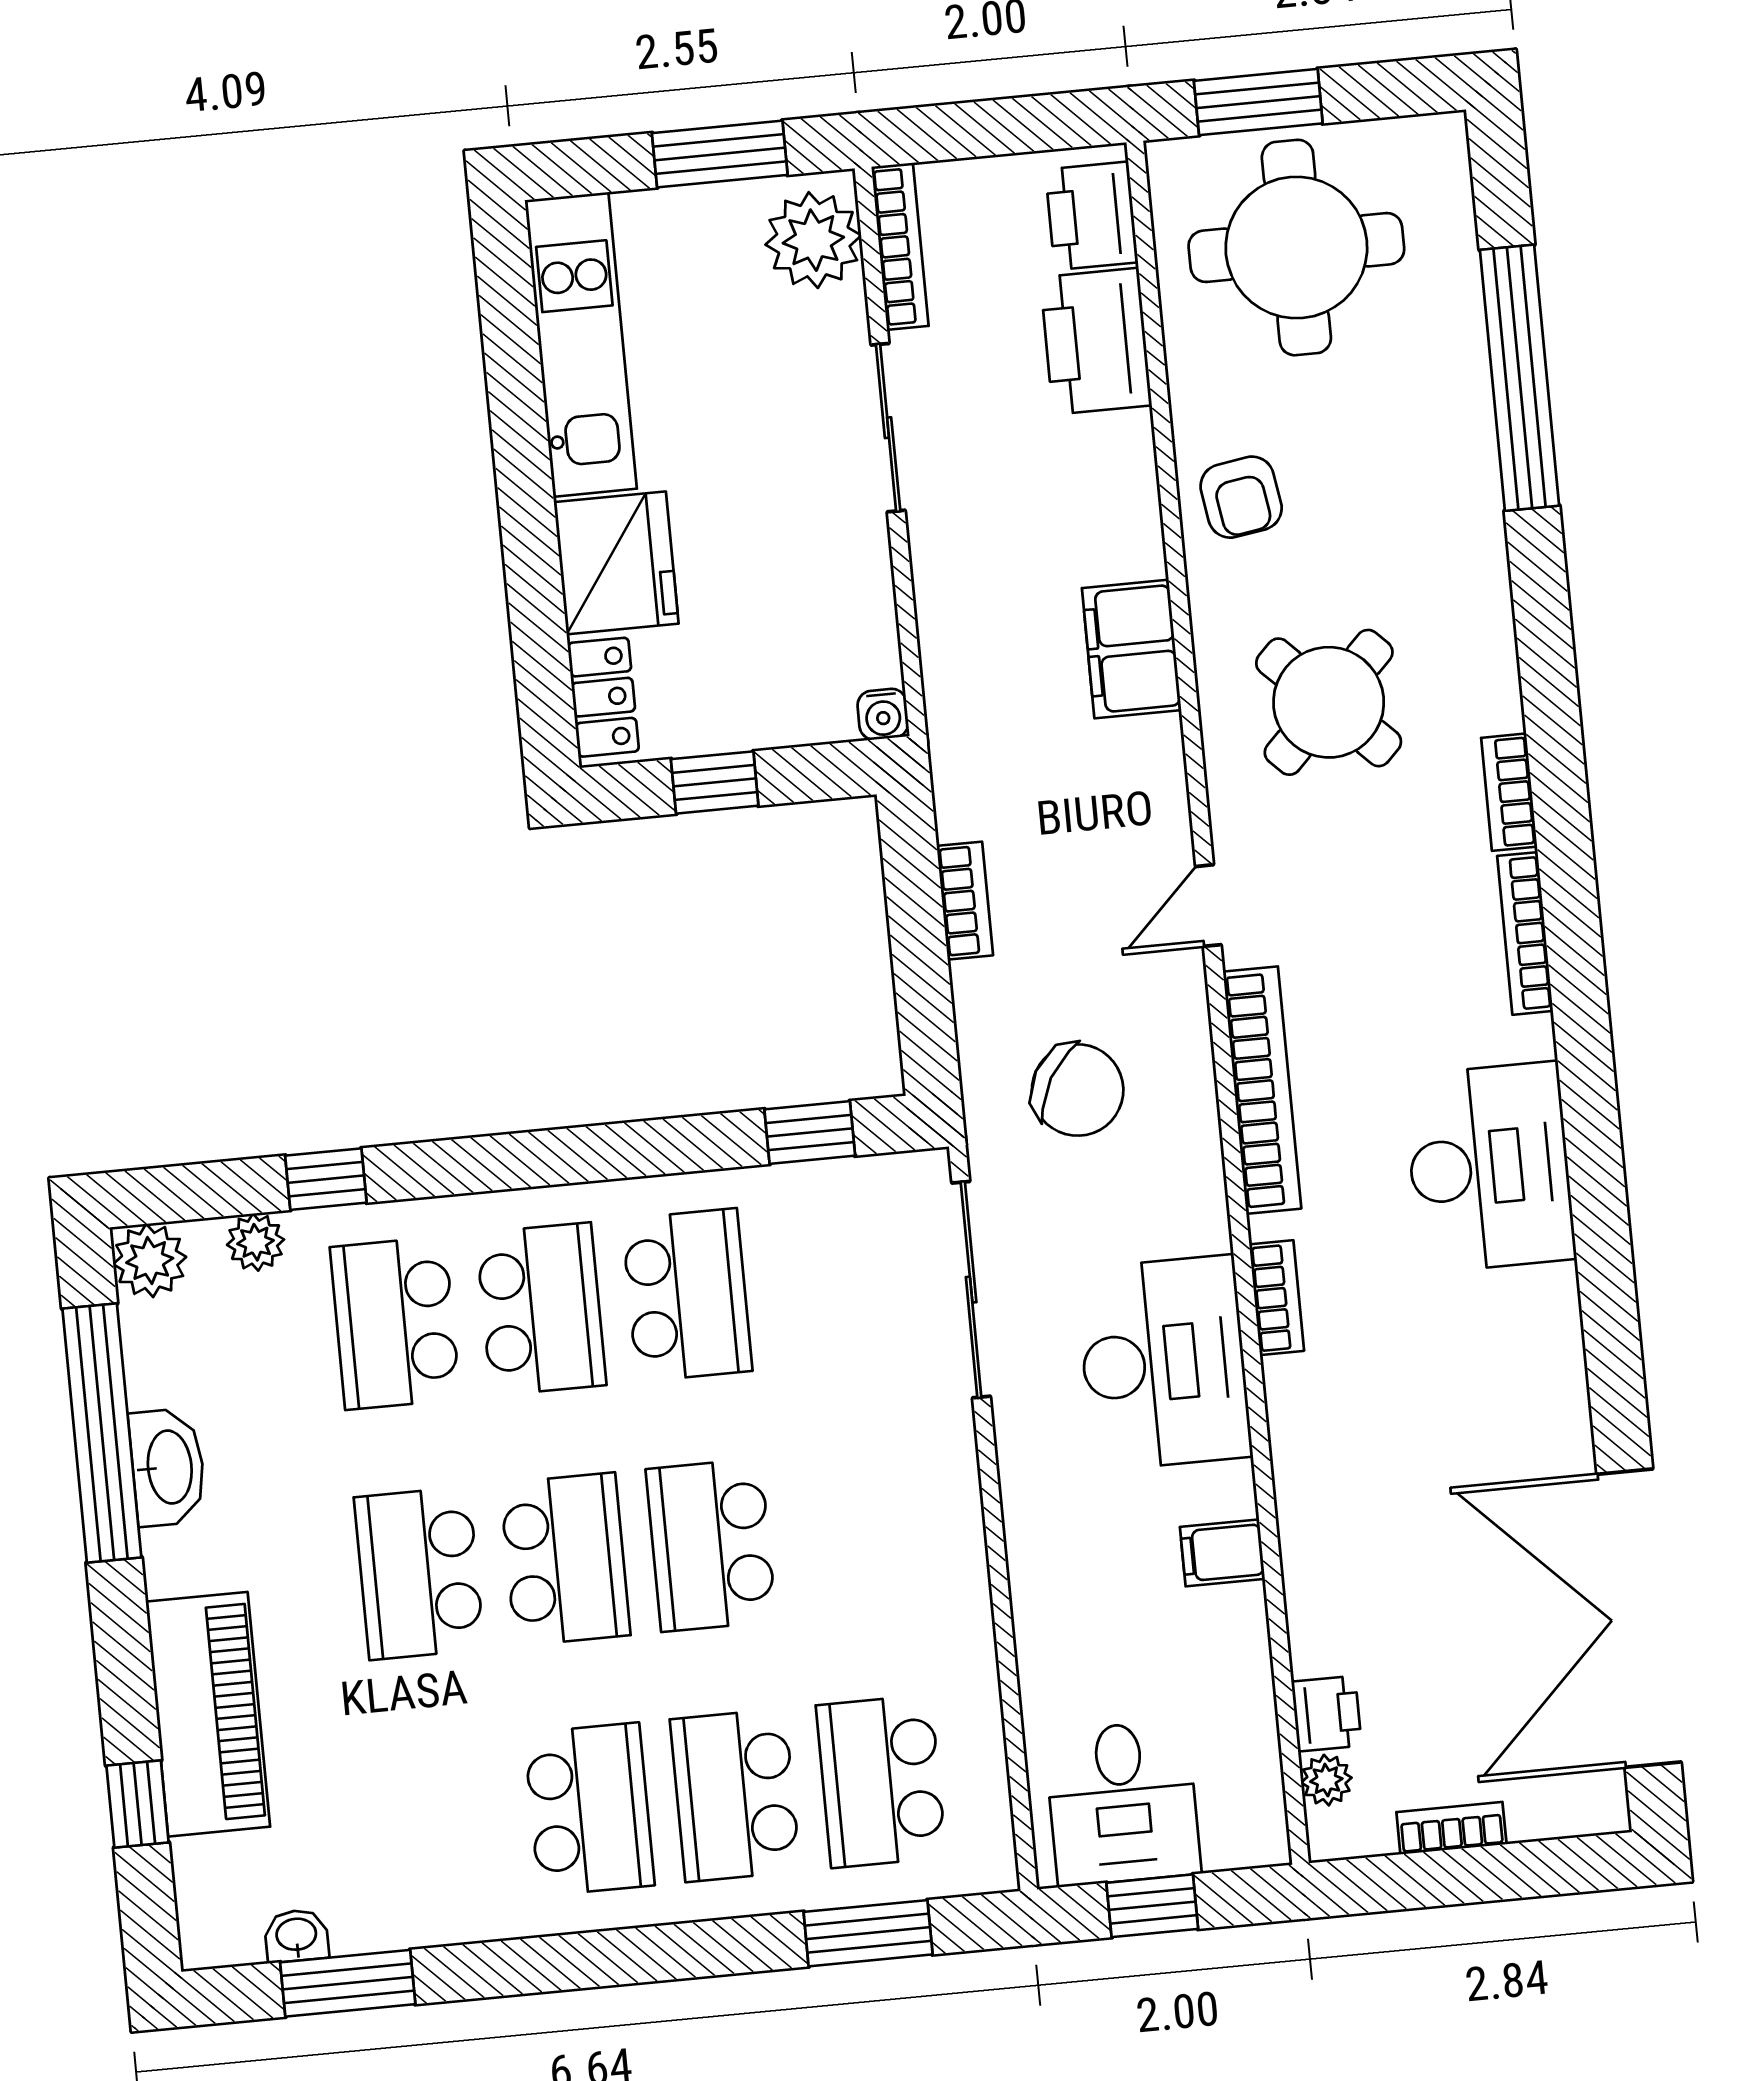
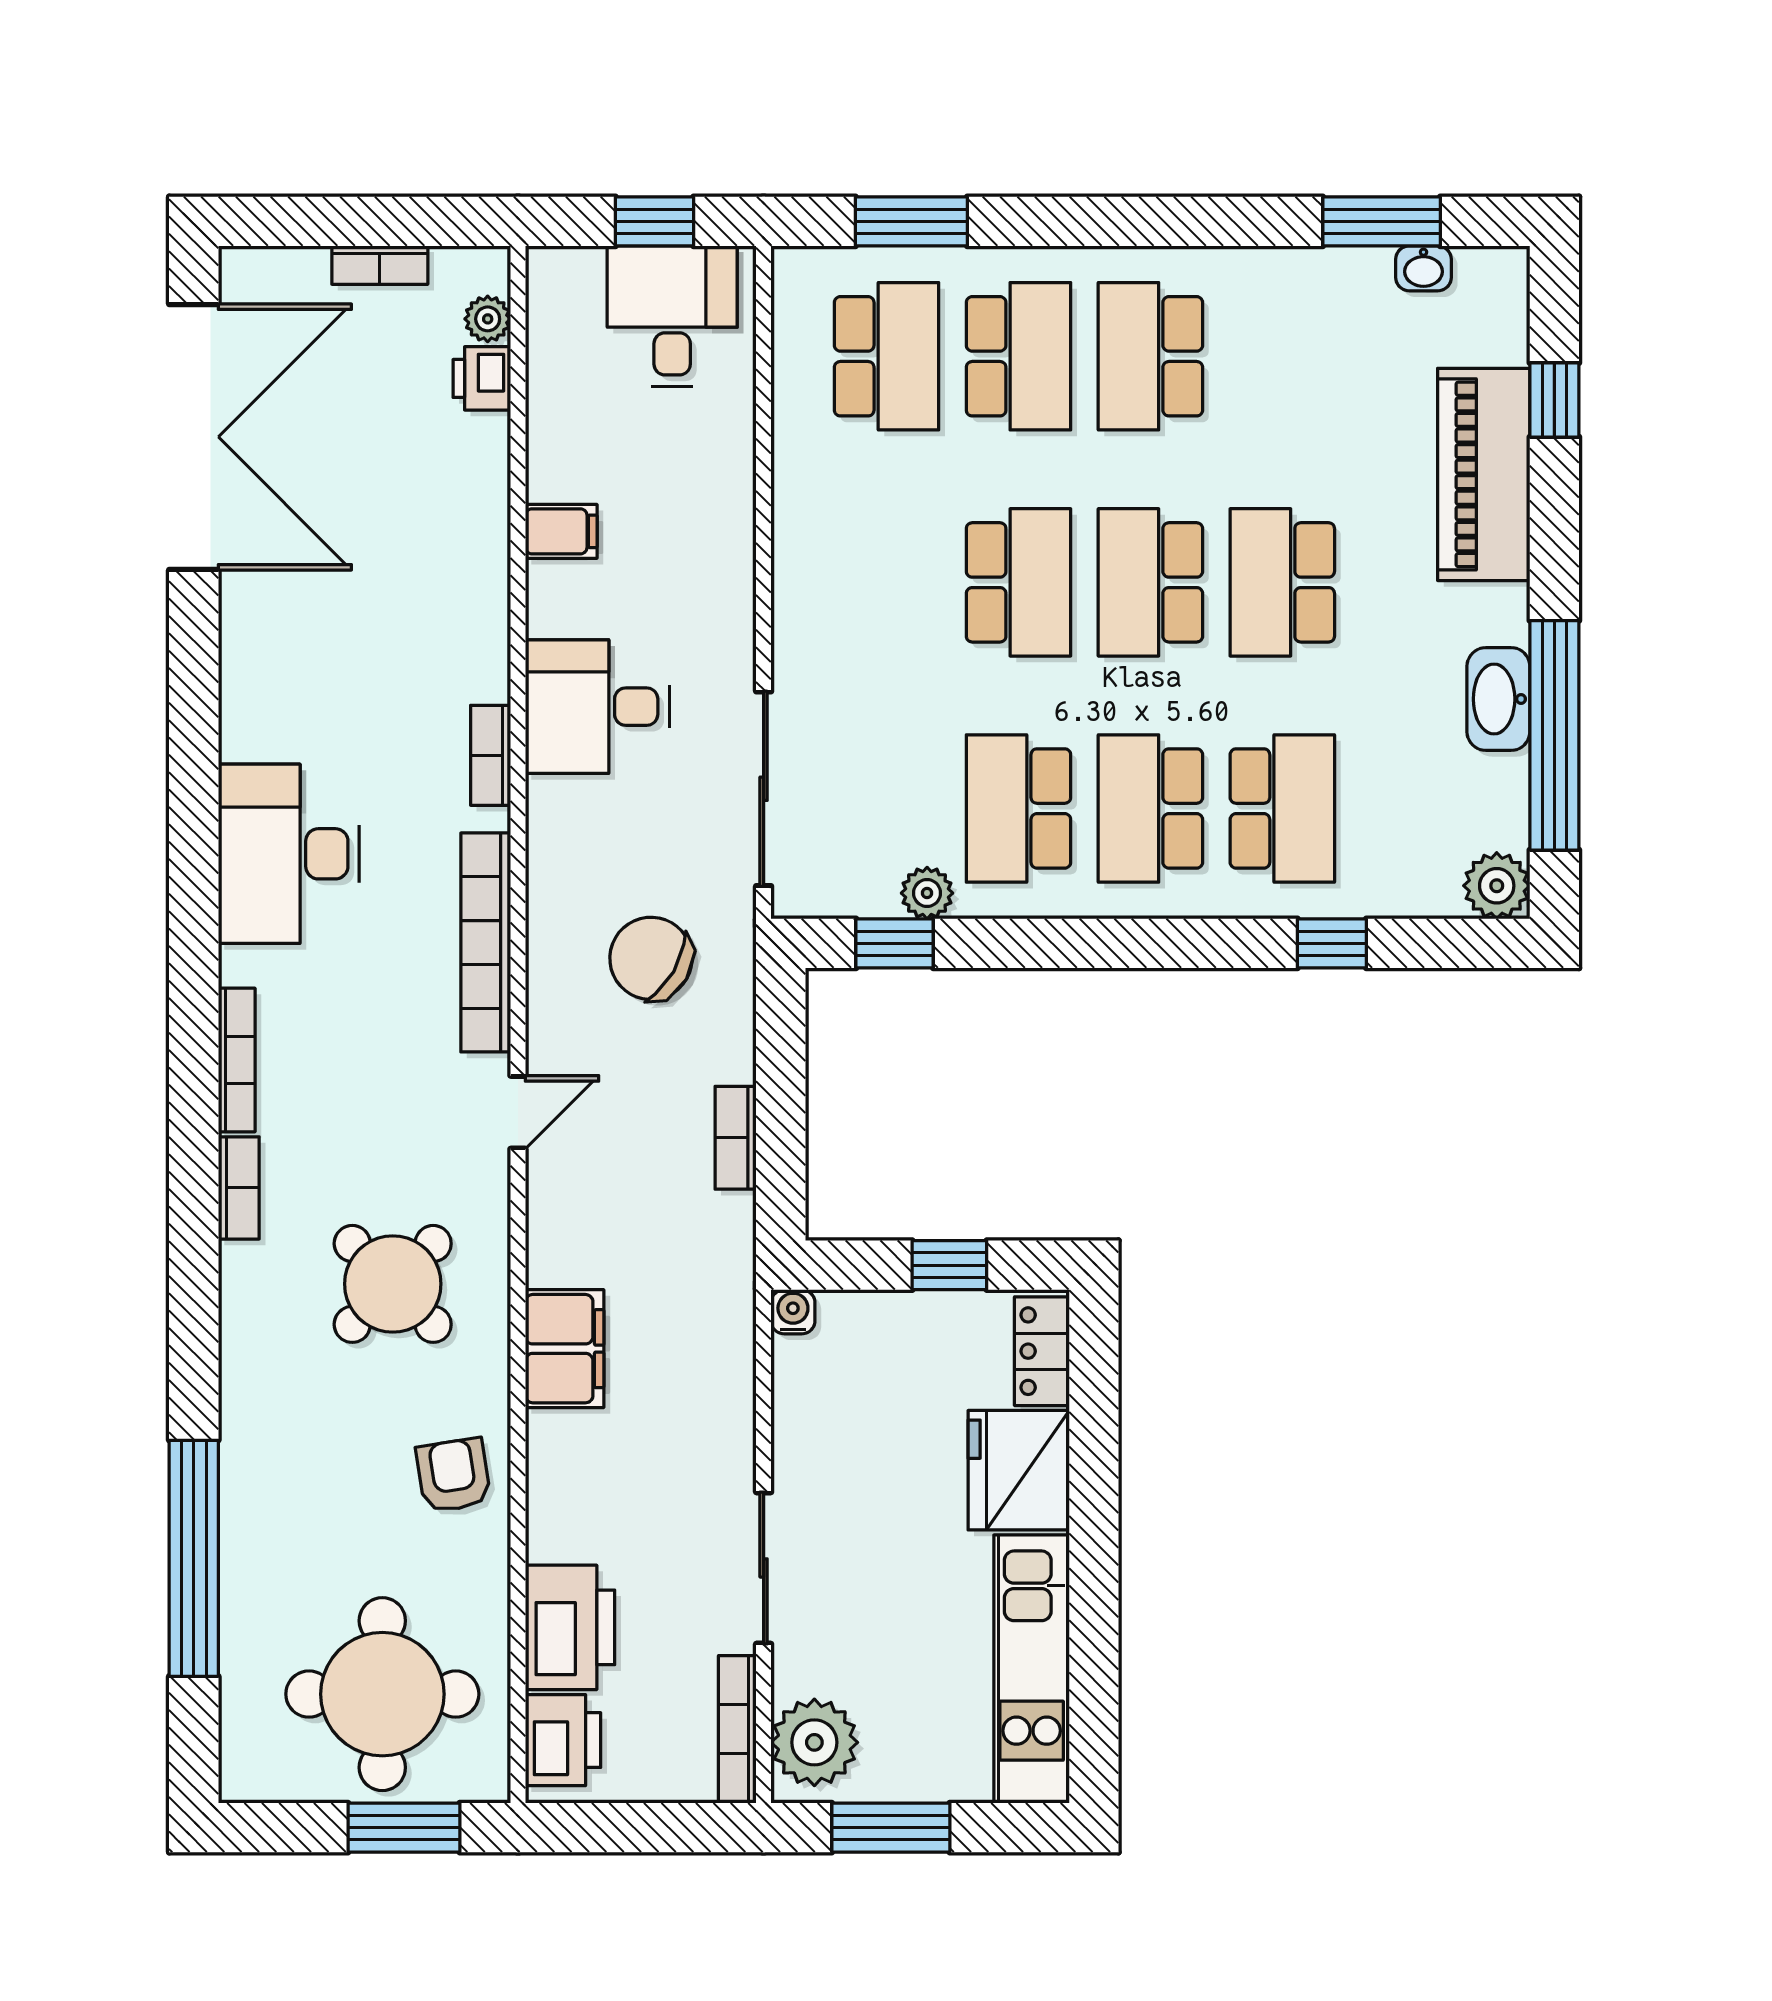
plant: (256, 1242) -> (927, 893), moved
desk: (1164, 1363) -> (597, 707), width x0.73
school desk: (419, 1573) -> (1282, 582), turned 180

